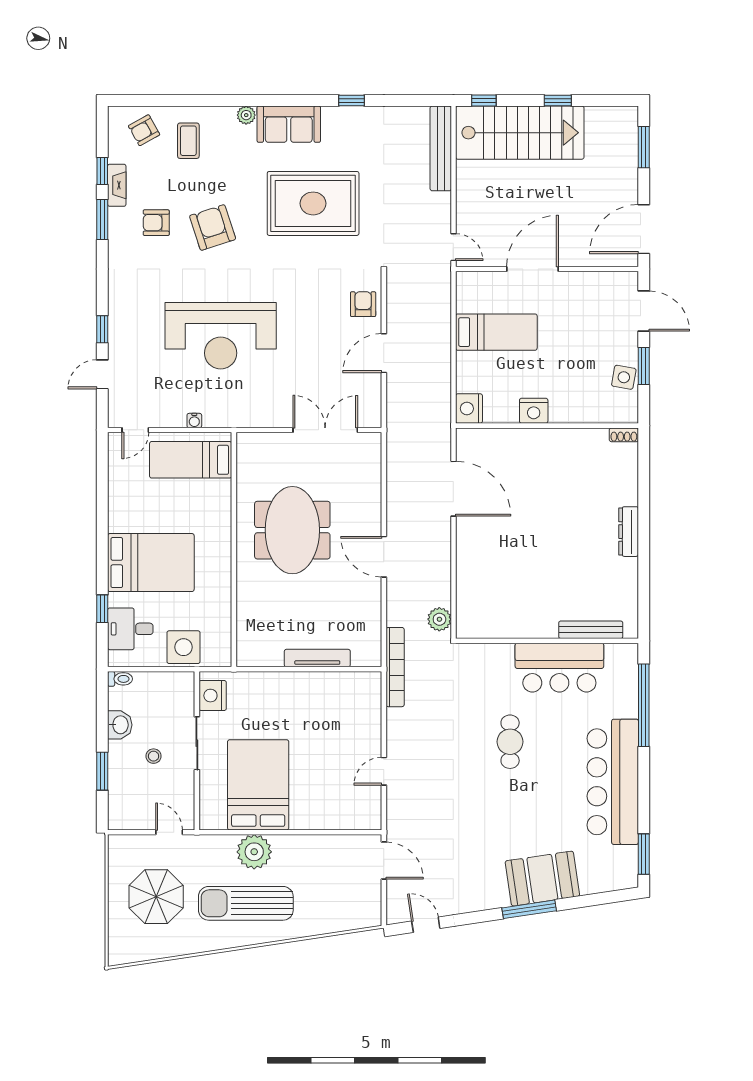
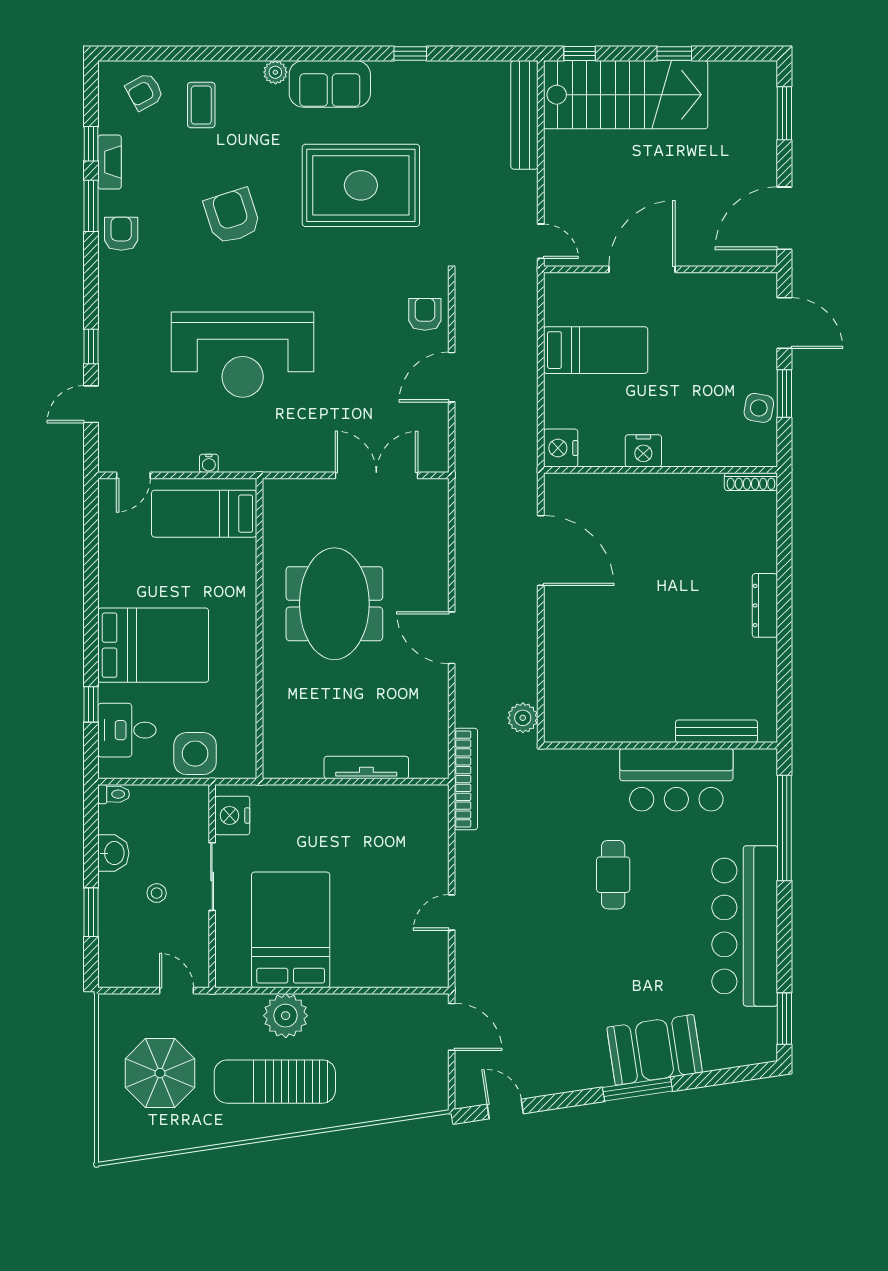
armchair: (156, 223) -> (121, 234), moved, turned 90
shoe rack: (624, 435) -> (751, 482), width x1.43

